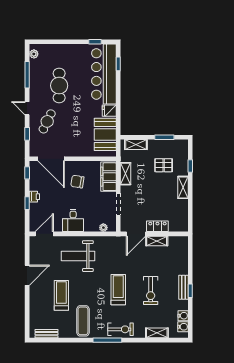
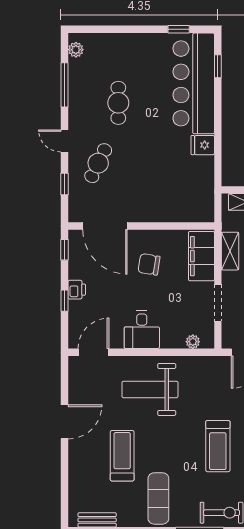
cafe table: (59, 86) -> (118, 103), width x0.73, depth x0.74
booth: (105, 134) -> (196, 185), removed
treadmill: (118, 290) -> (218, 446), turned 180

